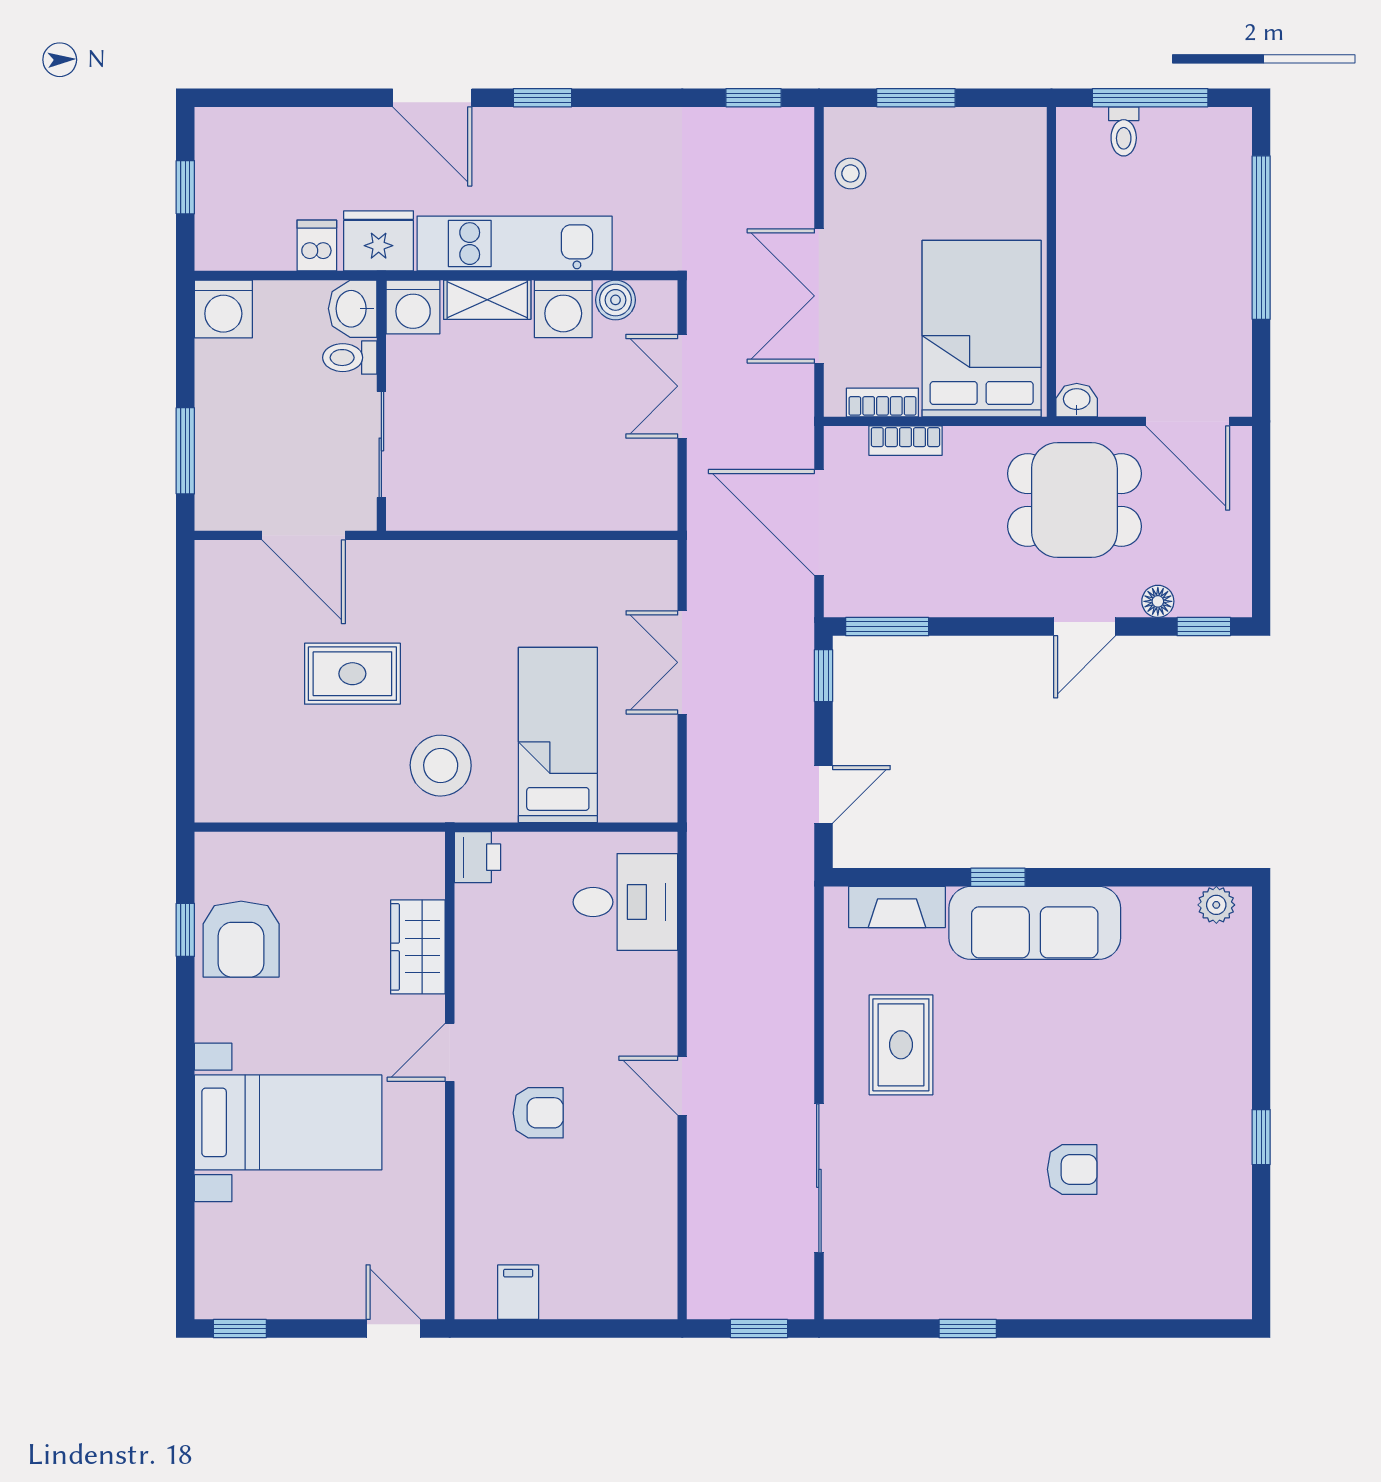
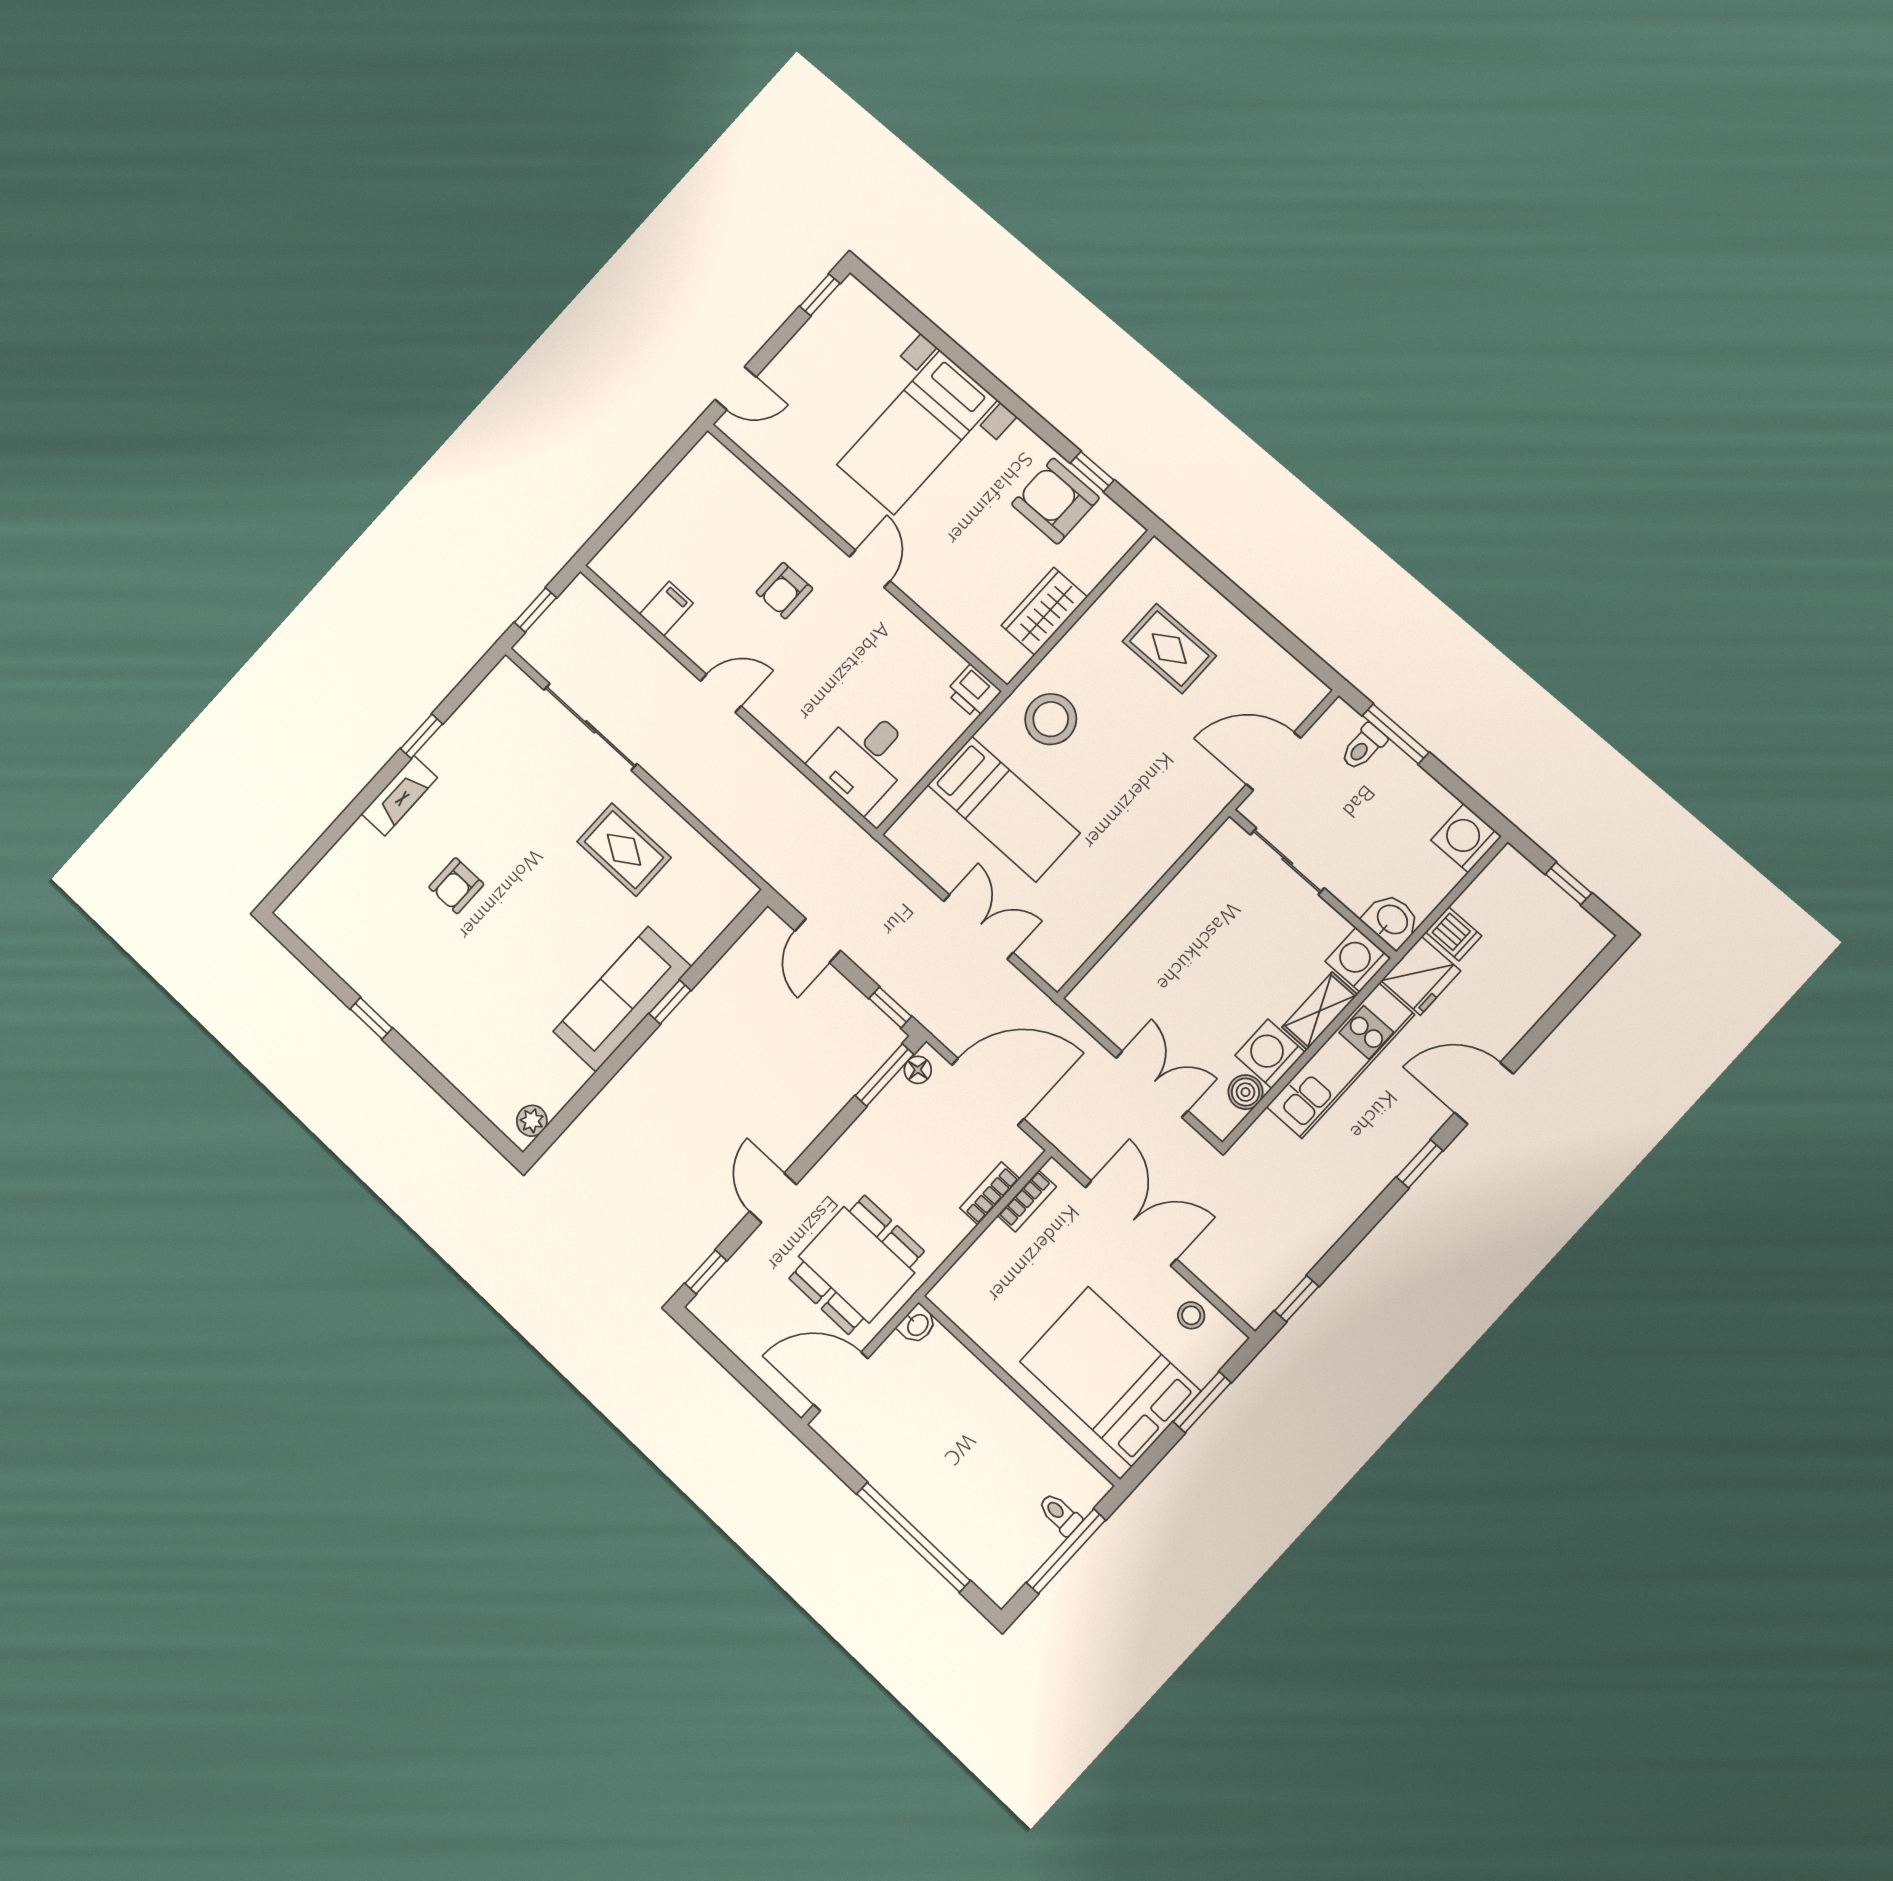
bed: (982, 329) -> (1110, 1376), moved, turned 180
toilet: (350, 358) -> (1363, 747), moved, turned 180
floor lamp: (1158, 601) -> (918, 1070), moved
rug: (352, 674) -> (1169, 649), moved, turned 90
fireplace: (897, 907) -> (399, 796), moved, turned 180
wardrobe: (418, 947) -> (1044, 611), moved, turned -90
filing cabinet: (518, 1292) -> (666, 609), moved, turned -90

